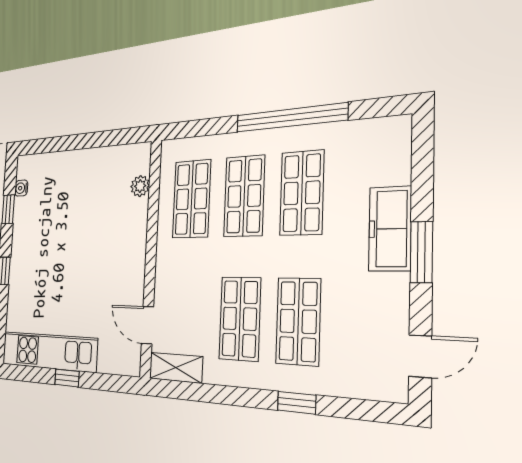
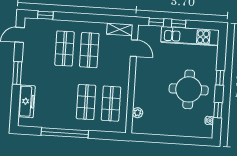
shop shelf: (302, 193) -> (61, 100), removed
freezer: (390, 229) -> (27, 101), moved
round table: (52, 244) -> (189, 89), added
window: (106, 382) -> (156, 22), added
window: (297, 403) -> (45, 15), moved

